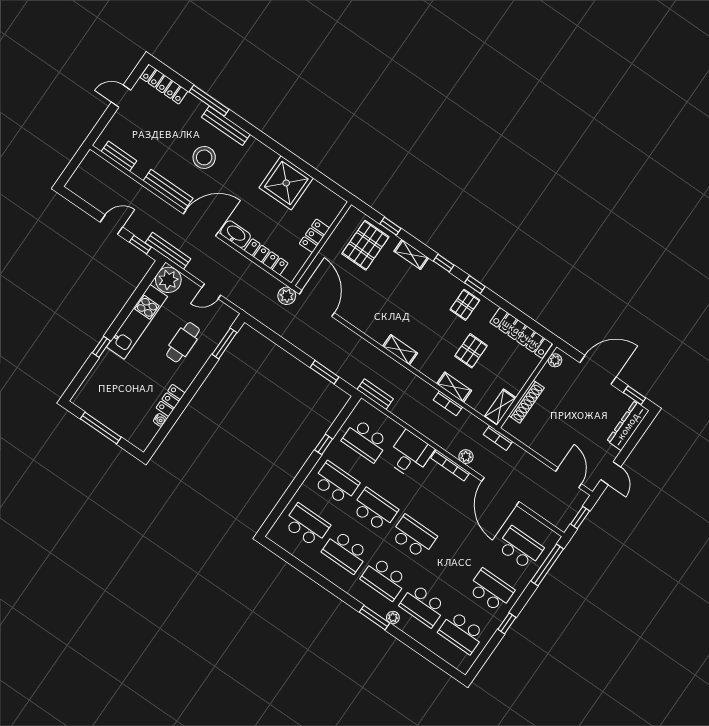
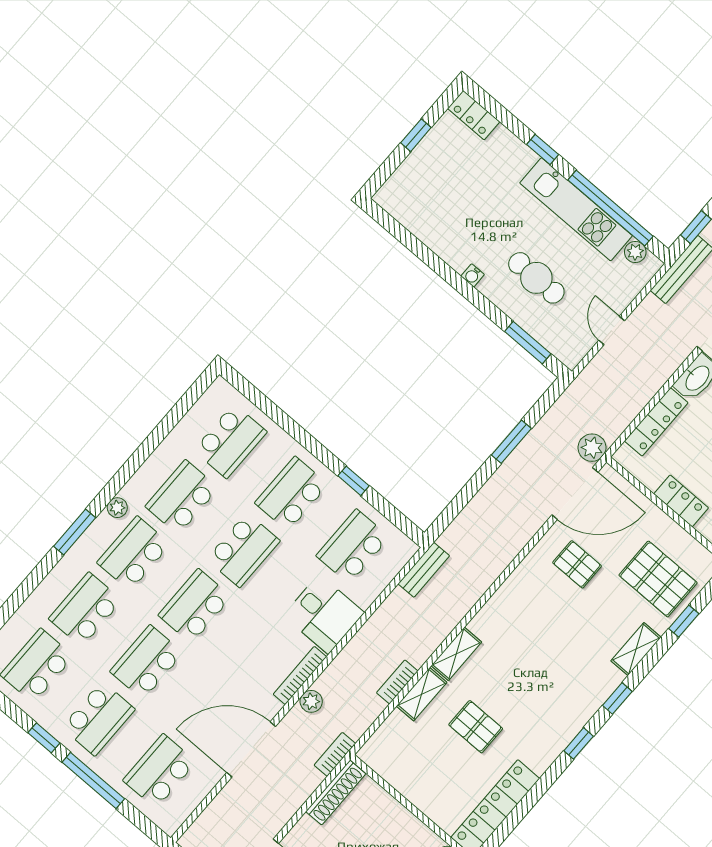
plant: (168, 280) -> (635, 252), width x0.53, depth x0.53
window: (134, 300) -> (611, 208), added
pallet: (465, 305) -> (577, 564), moved
shelving: (400, 350) -> (456, 654), moved
window: (324, 372) -> (511, 442), moved
locker: (171, 400) -> (474, 115), moved, turned 180
shoe rack: (526, 402) -> (336, 793), moved, turned -90
shelving: (500, 407) -> (383, 763), removed
water cooler: (160, 420) -> (473, 275), moved
window: (101, 428) -> (416, 135), width x0.46
school desk: (336, 483) -> (292, 494), turned 180
school desk: (413, 536) -> (195, 606), turned 180
school desk: (520, 548) -> (160, 771), turned 180
school desk: (452, 563) -> (147, 662), added
window: (547, 565) -> (93, 781), moved
plant: (393, 618) -> (117, 508), moved

